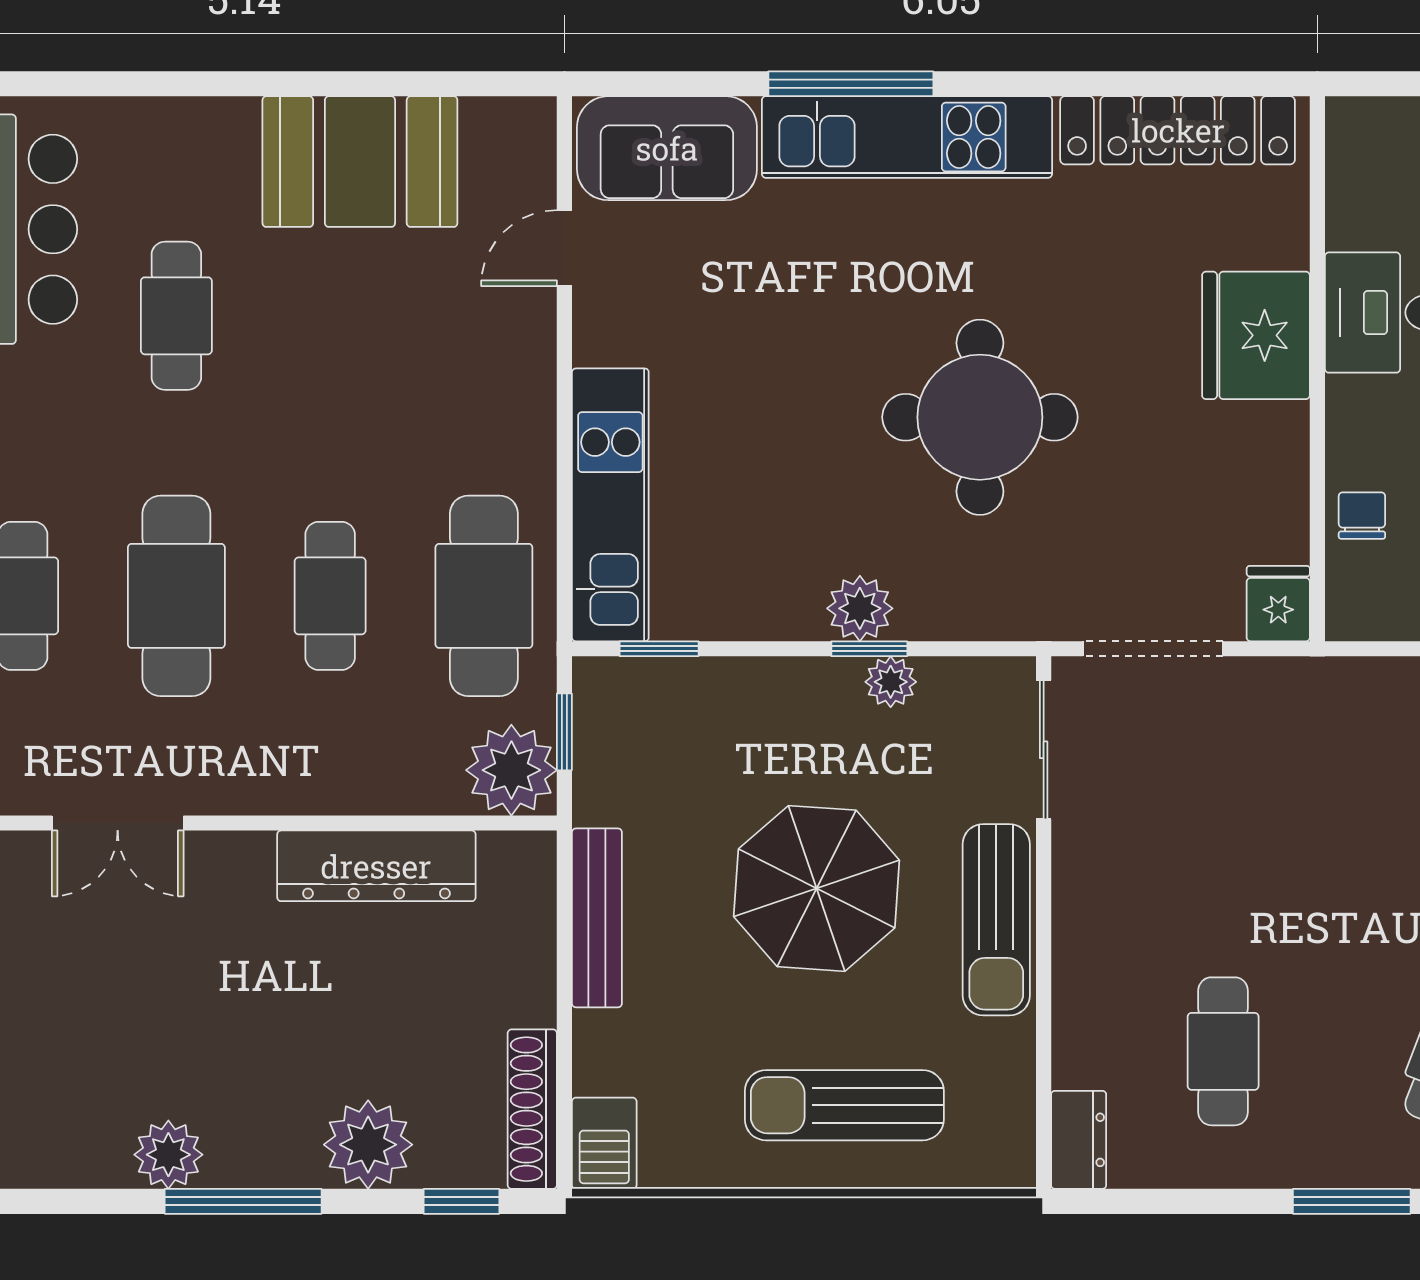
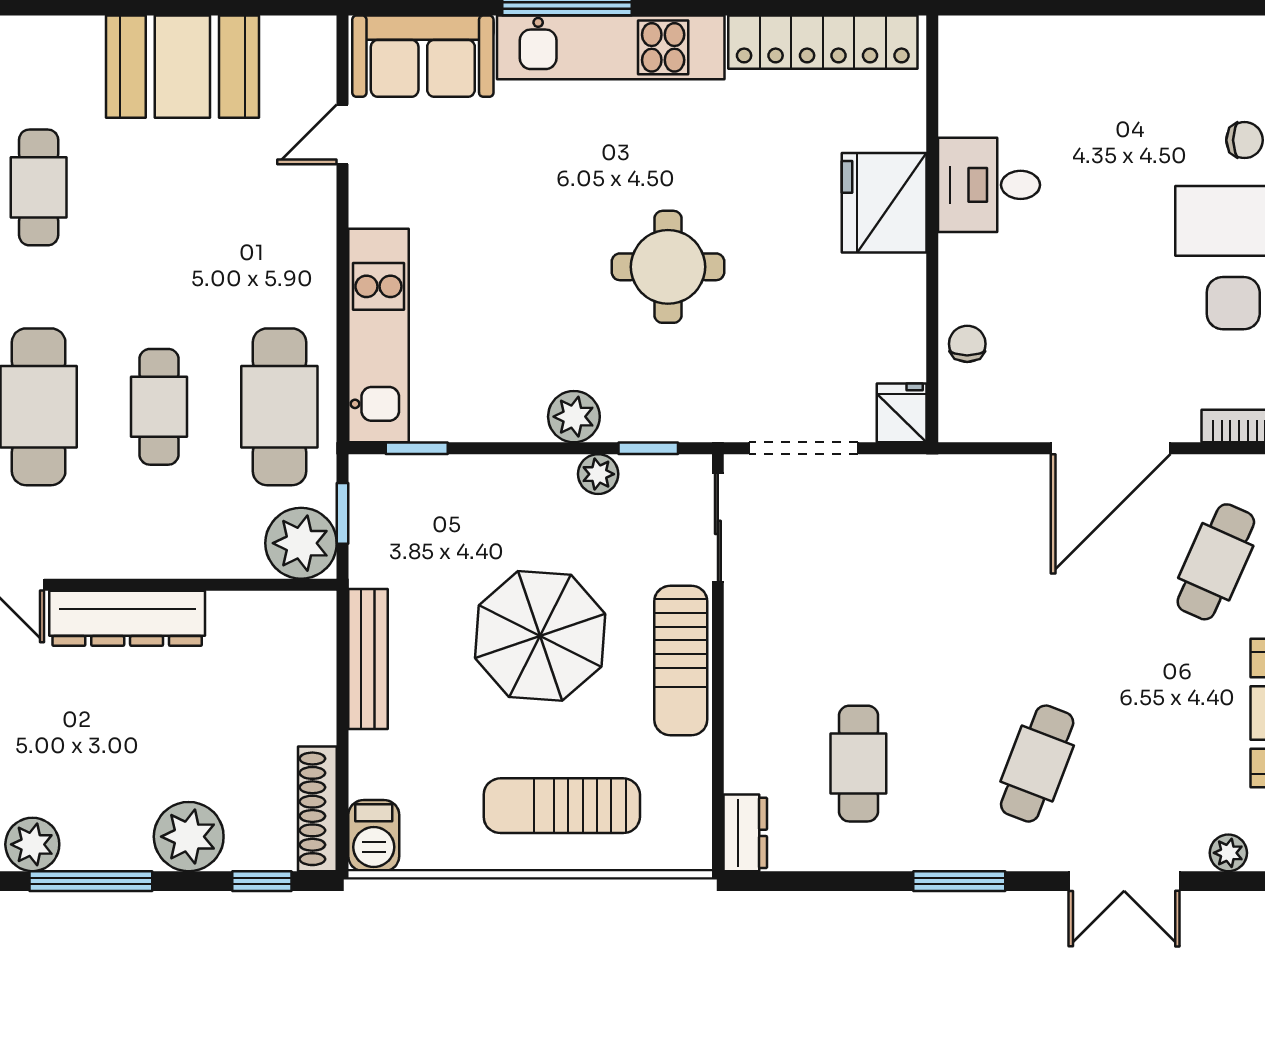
round table: (980, 417) -> (668, 267), width x0.73, depth x0.73
window: (869, 649) -> (648, 448), moved
dresser: (376, 866) -> (127, 618), moved

